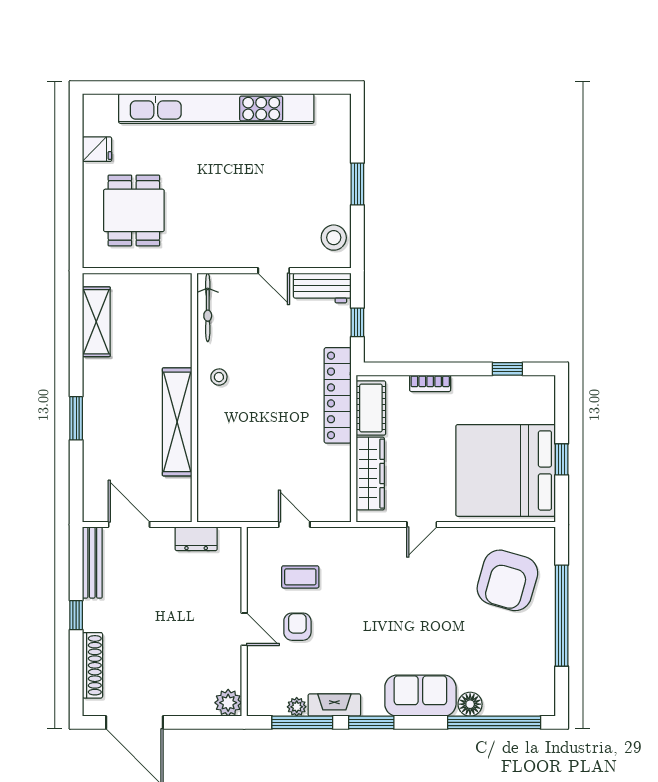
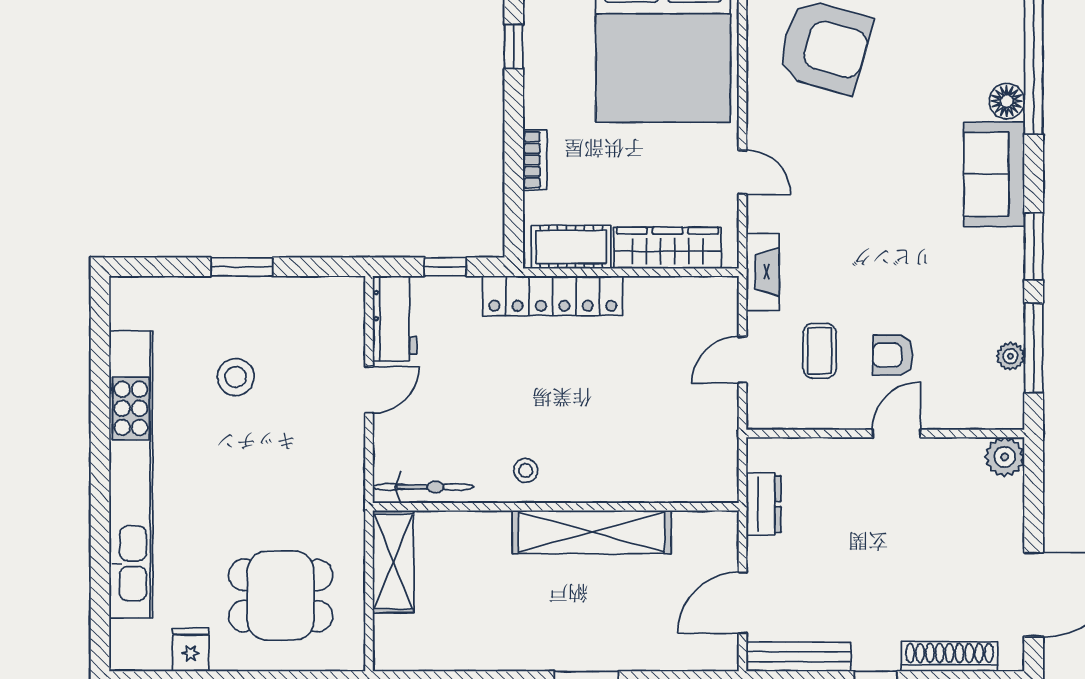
stool: (334, 238) -> (236, 377), moved
shelving: (96, 322) -> (393, 562), moved, turned 90
fireplace: (334, 705) -> (763, 272), moved, turned 180

